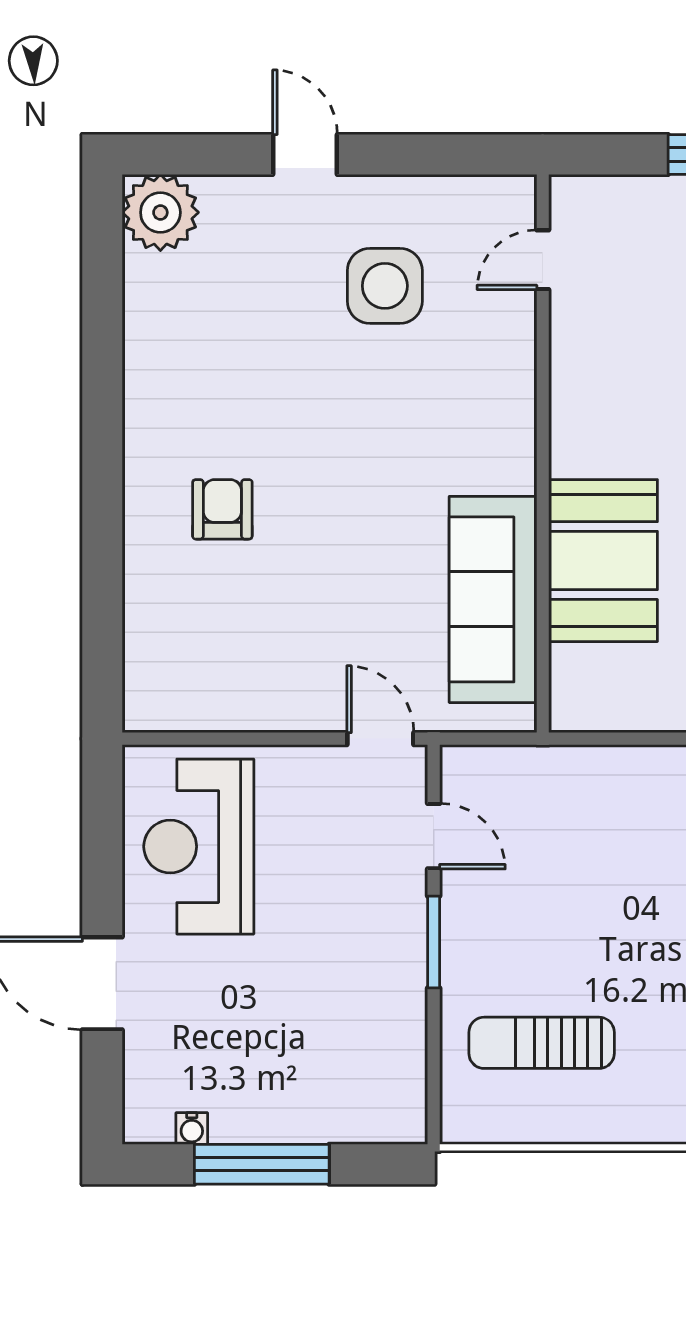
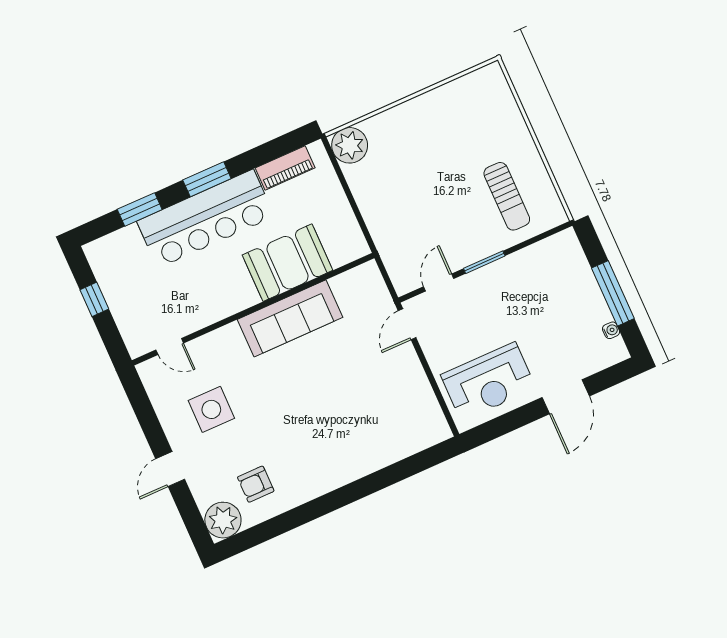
armchair: (222, 509) -> (256, 484), moved
sofa: (493, 599) -> (290, 318), moved

